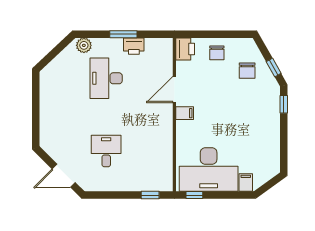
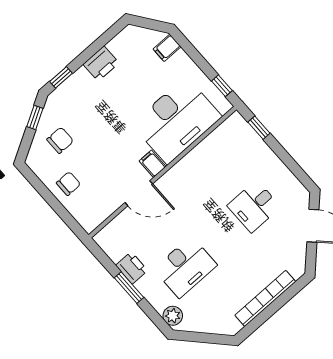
printer: (185, 49) -> (101, 64), moved, turned 180
bookcase: (46, 109) -> (265, 298), added
desk: (209, 170) -> (177, 120), moved, turned 90

